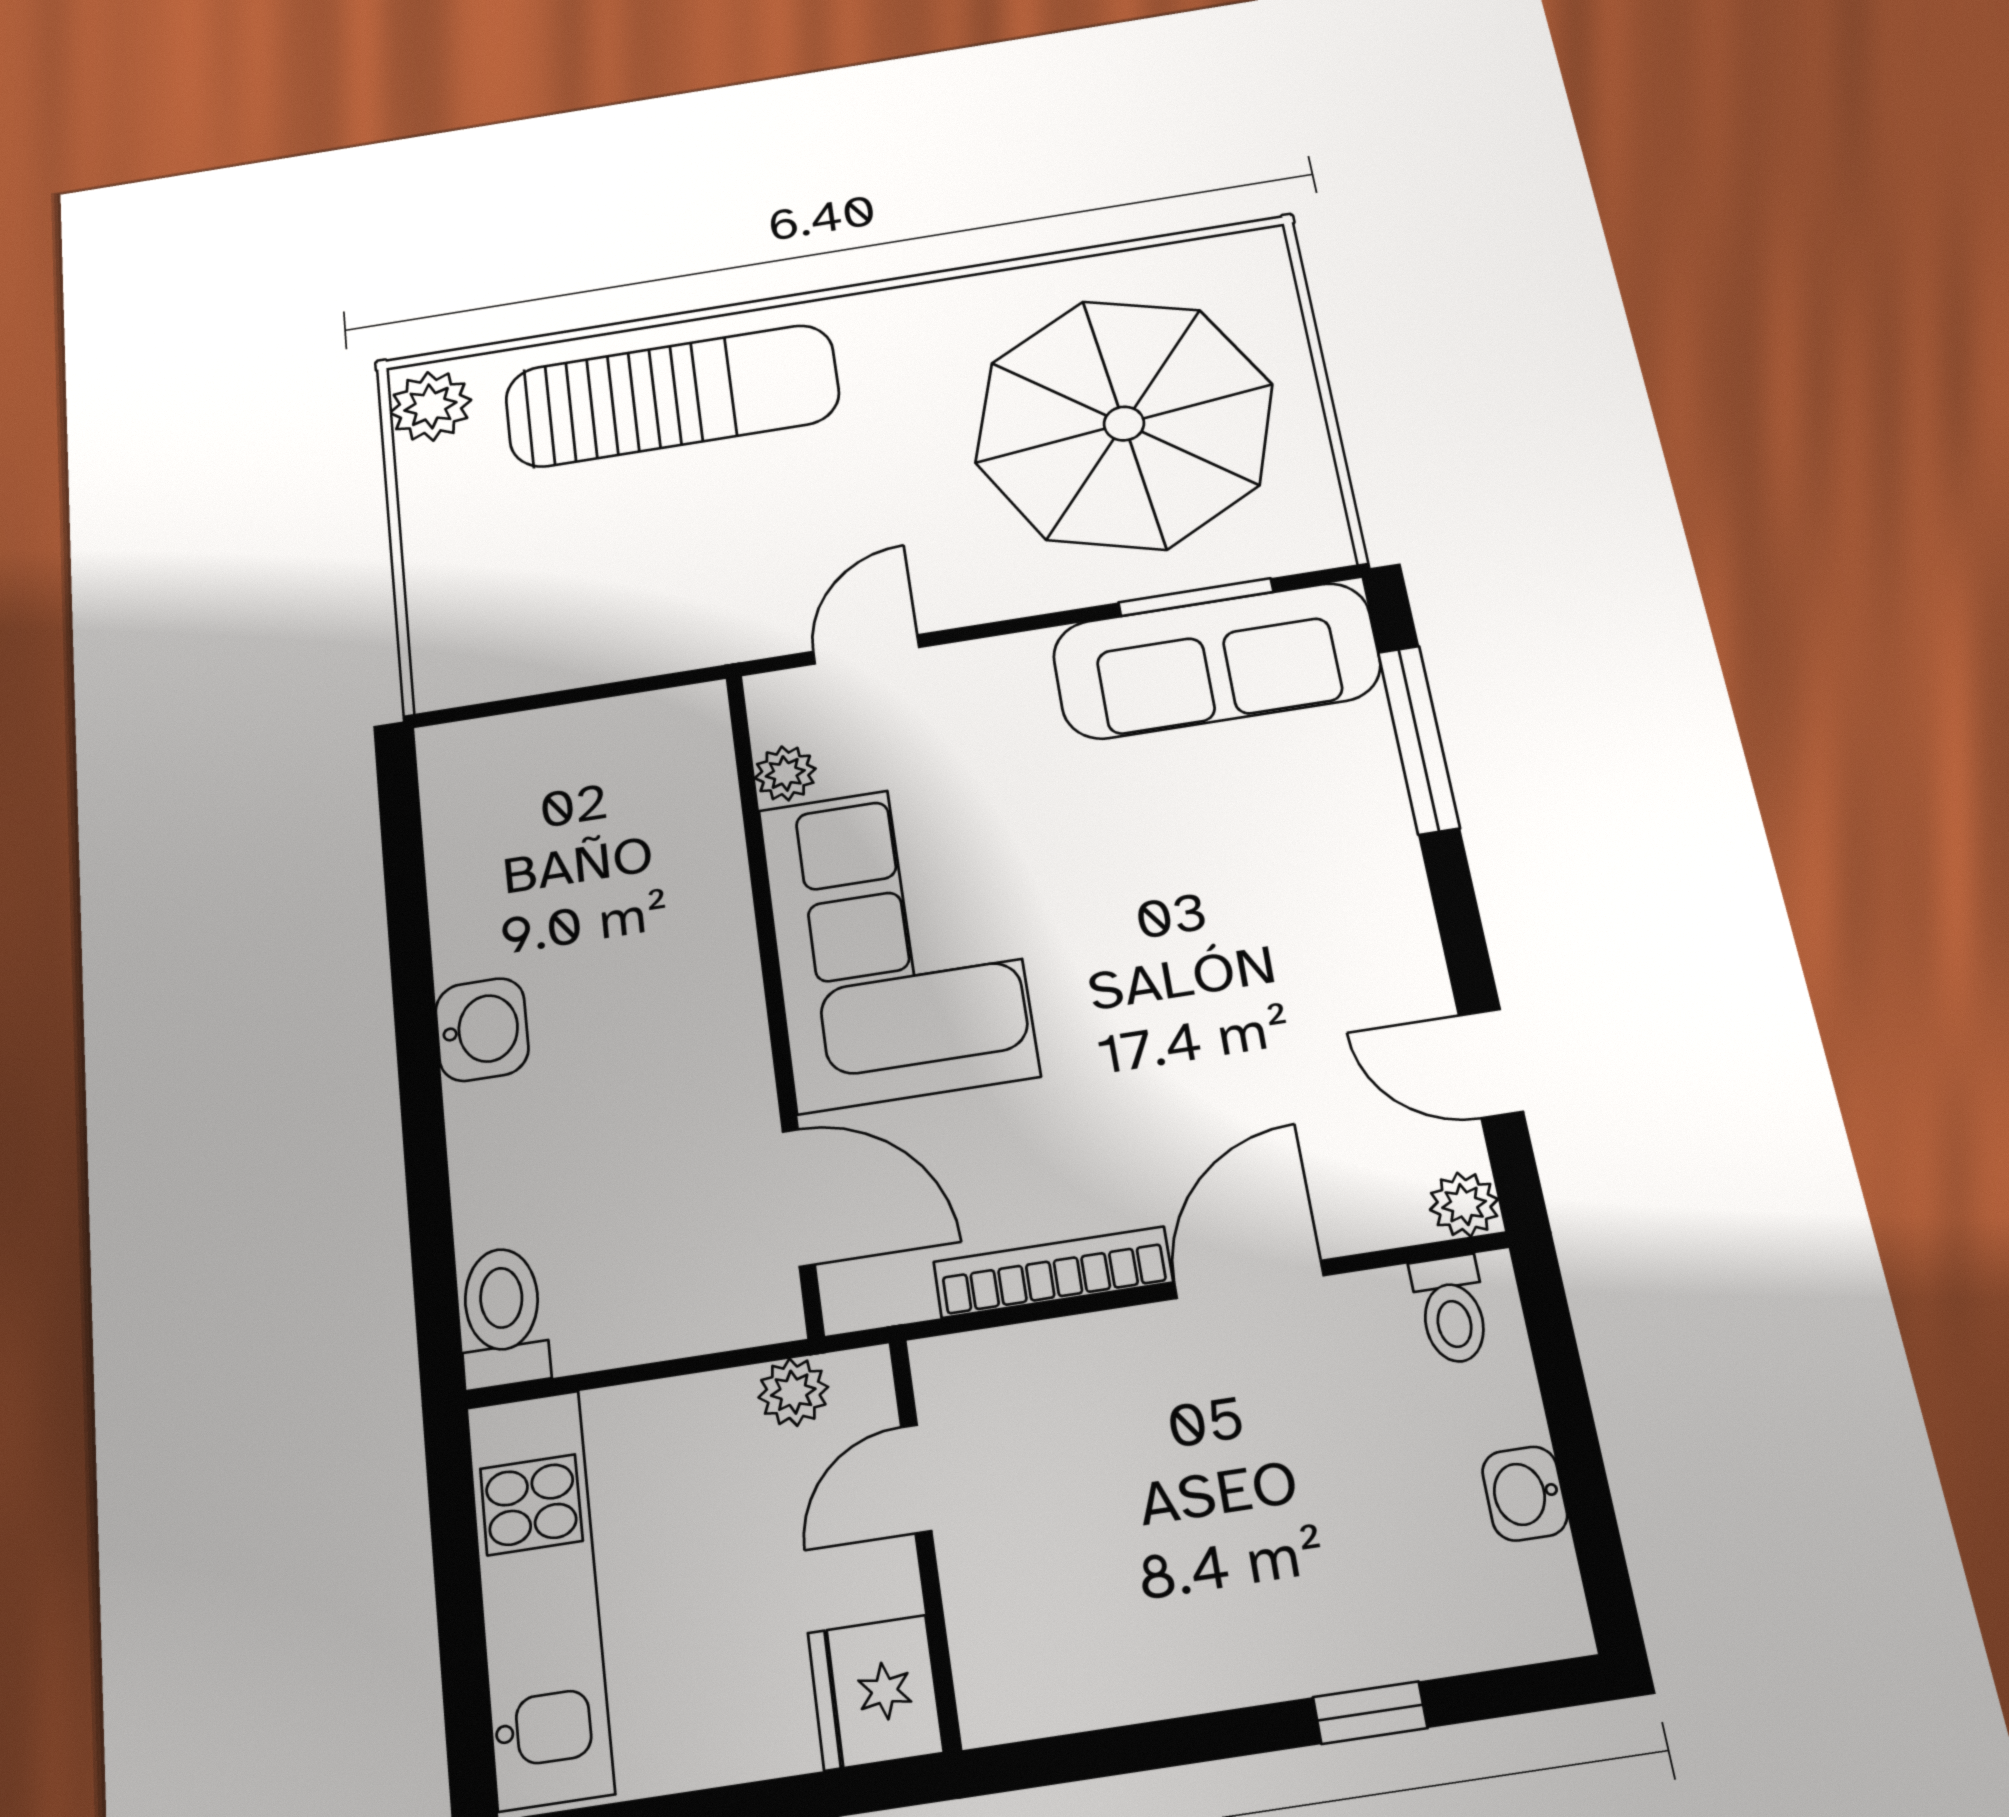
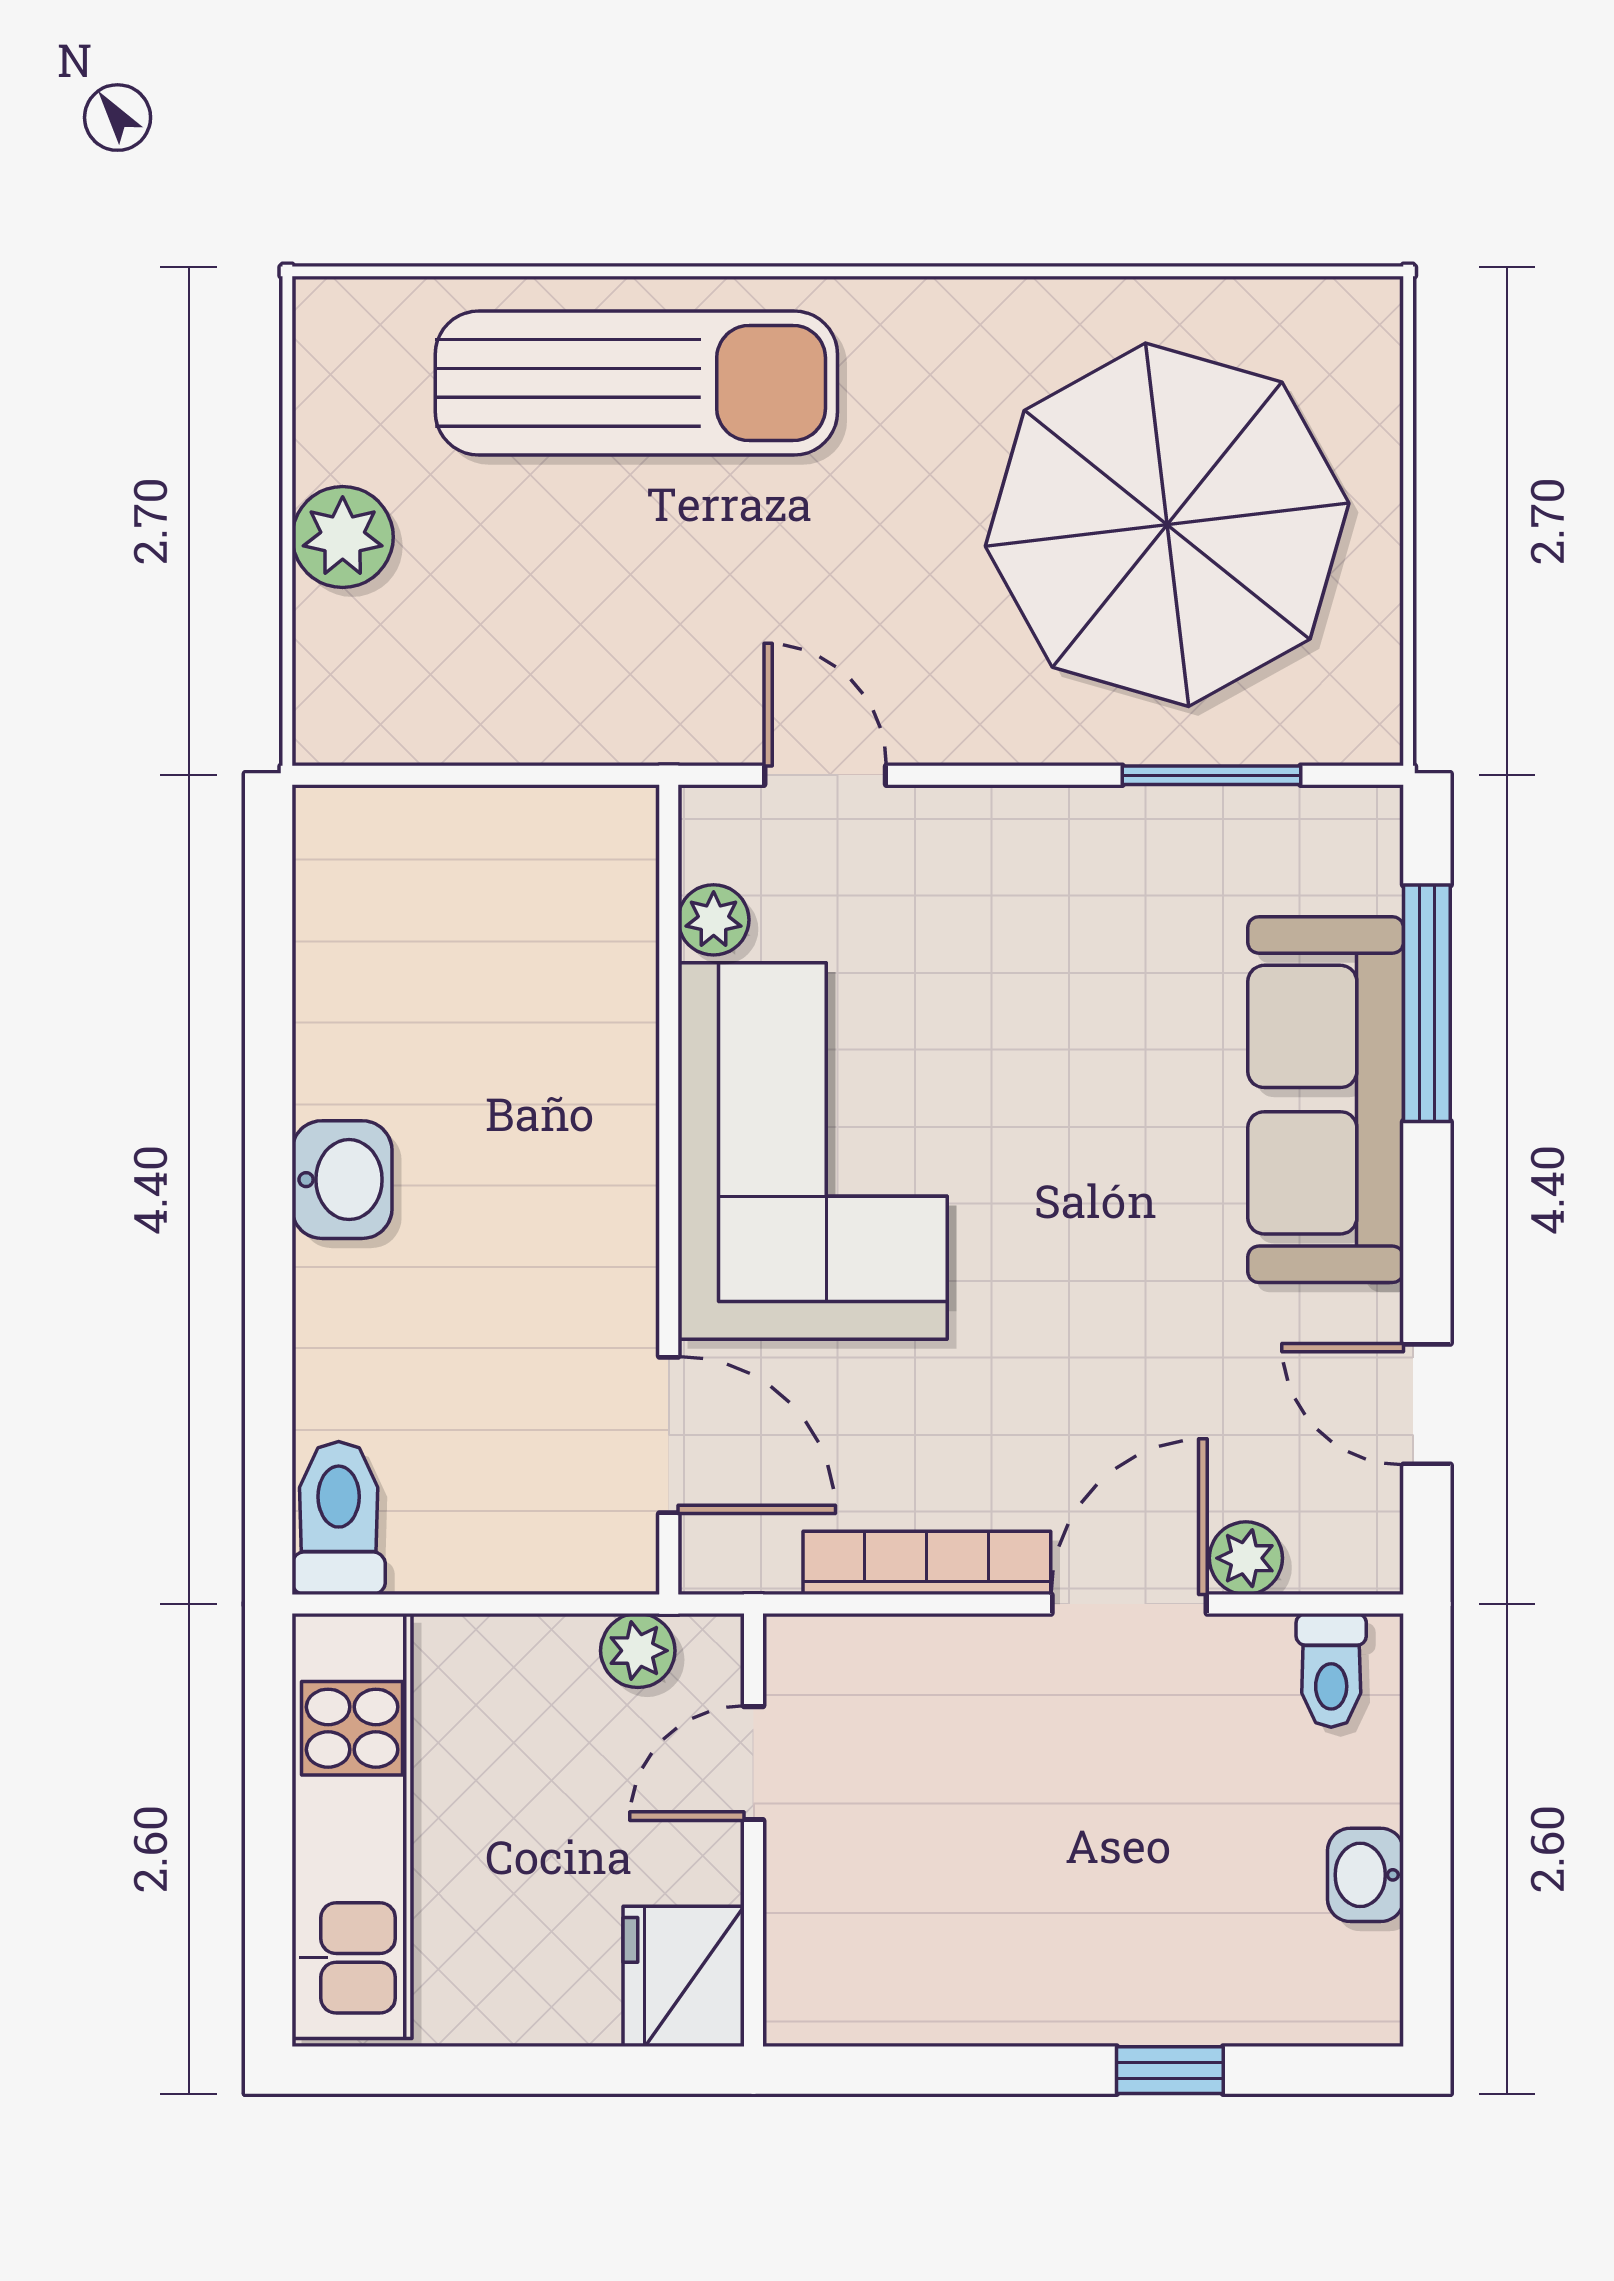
plant: (430, 406) -> (343, 537), moved
door: (866, 649) -> (825, 775), hinge flipped
sofa: (1216, 661) -> (1326, 1100), moved, turned 90
plant: (1464, 1204) -> (1246, 1558), moved

